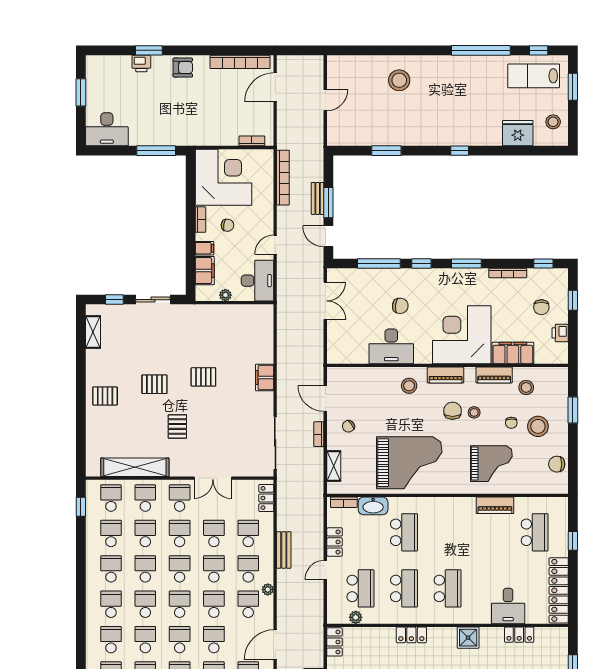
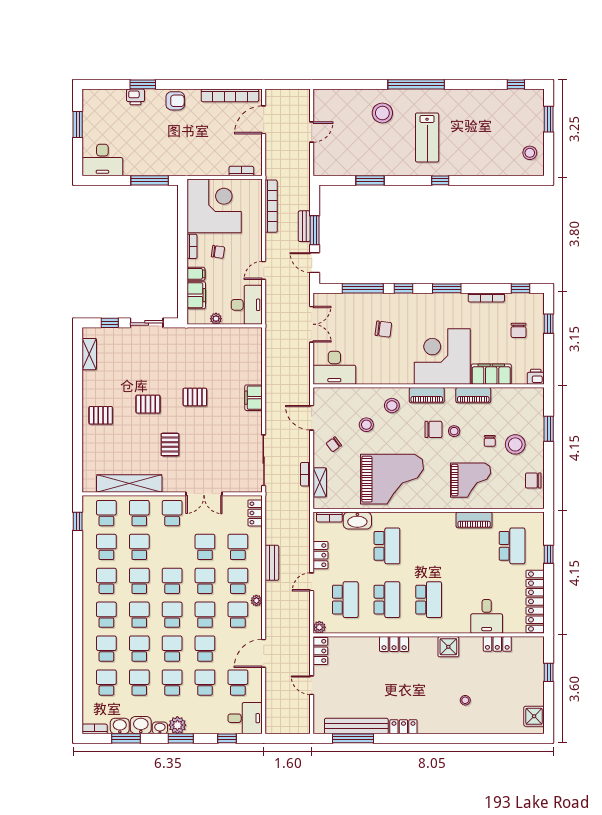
window: (481, 50) -> (416, 84), moved
lab bench: (534, 76) -> (427, 137), moved, turned -90
fridge: (518, 133) -> (496, 164), removed
printer: (560, 333) -> (536, 377), moved, turned 90
desk: (391, 346) -> (334, 368), moved
stool: (526, 387) -> (366, 425), moved
chair: (453, 411) -> (433, 429), turned 90
bookcase: (319, 434) -> (305, 474), moved
school desk: (180, 533) -> (172, 547), removed
plant: (356, 617) -> (319, 627), moved

